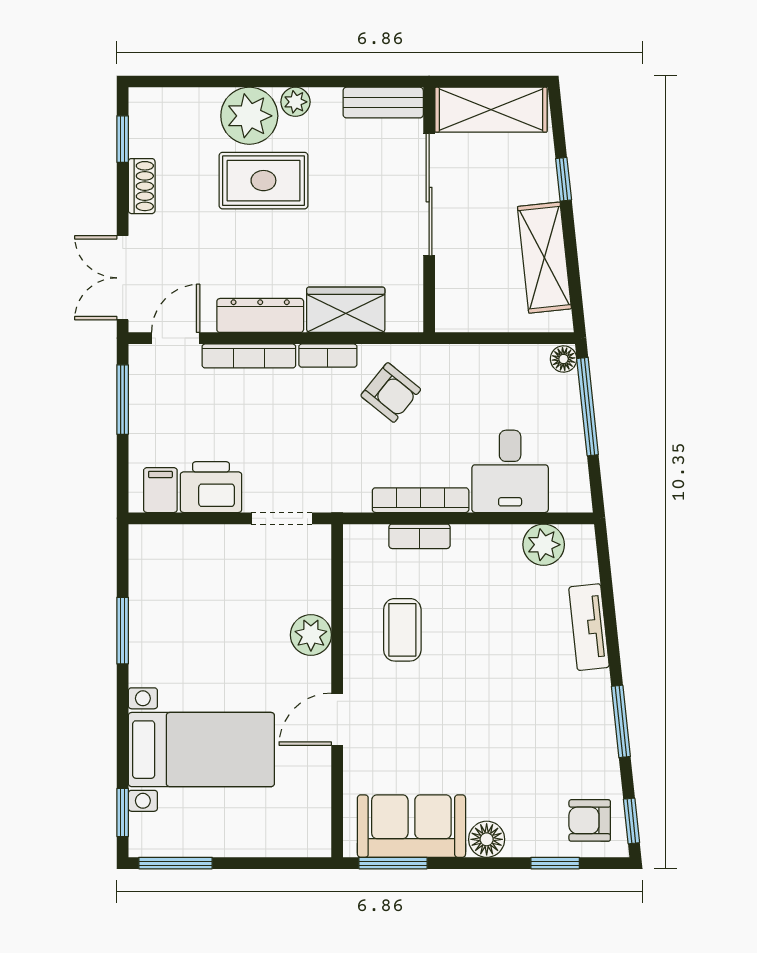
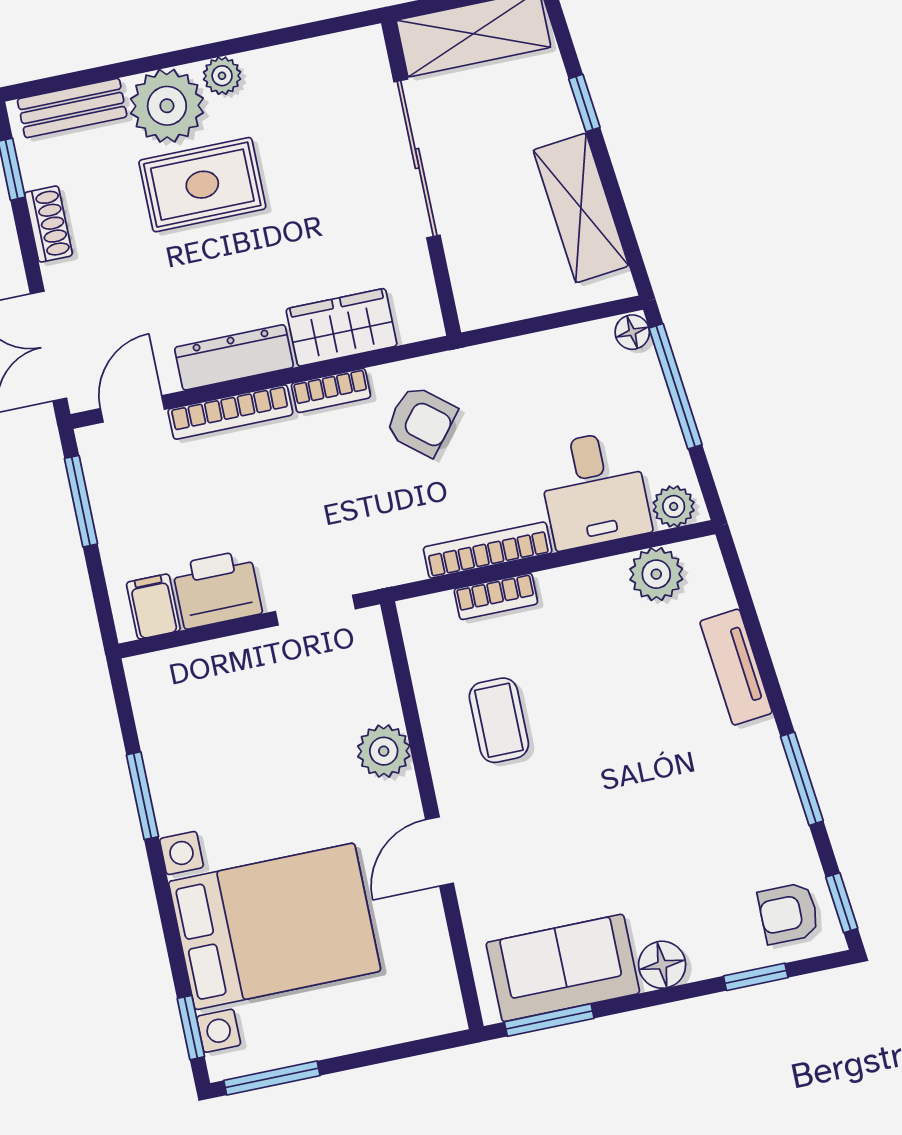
bench: (383, 103) -> (72, 108), moved
plant: (567, 497) -> (674, 506), added
bed with nightstands: (201, 750) -> (275, 926), width x1.36

